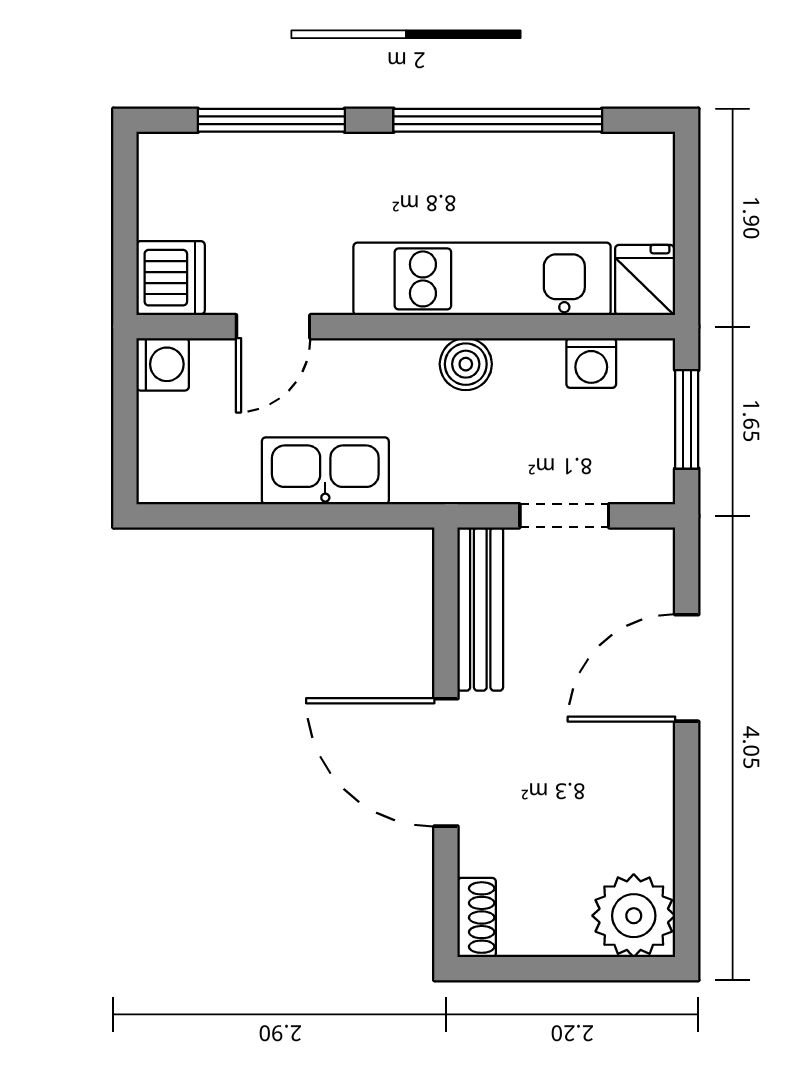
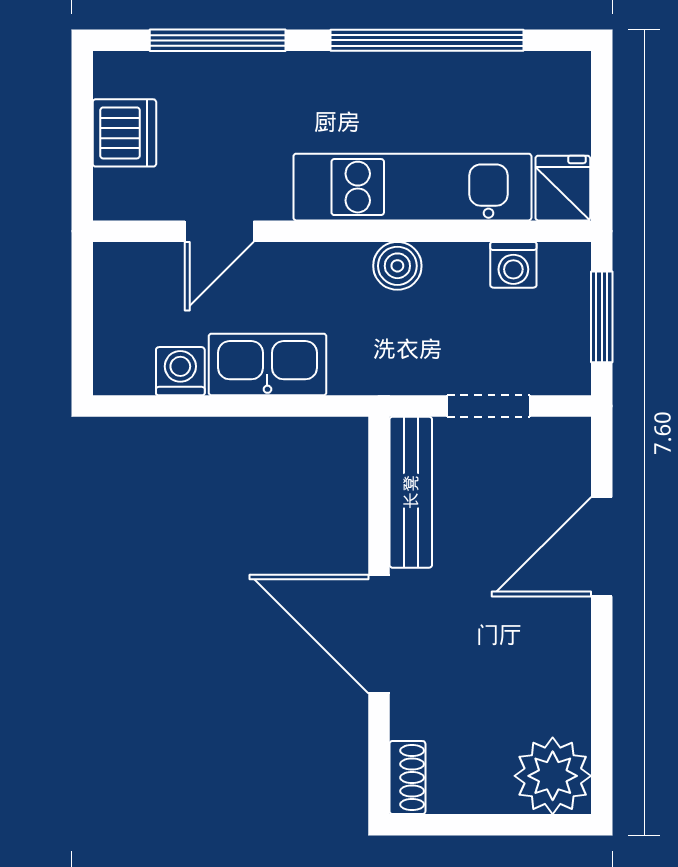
dishwasher: (171, 278) -> (124, 133), moved
washing machine: (163, 364) -> (180, 371), moved, turned -90

